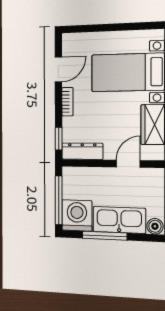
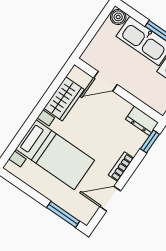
window: (87, 29) -> (63, 214), added
dresser: (82, 151) -> (142, 121), width x0.70

